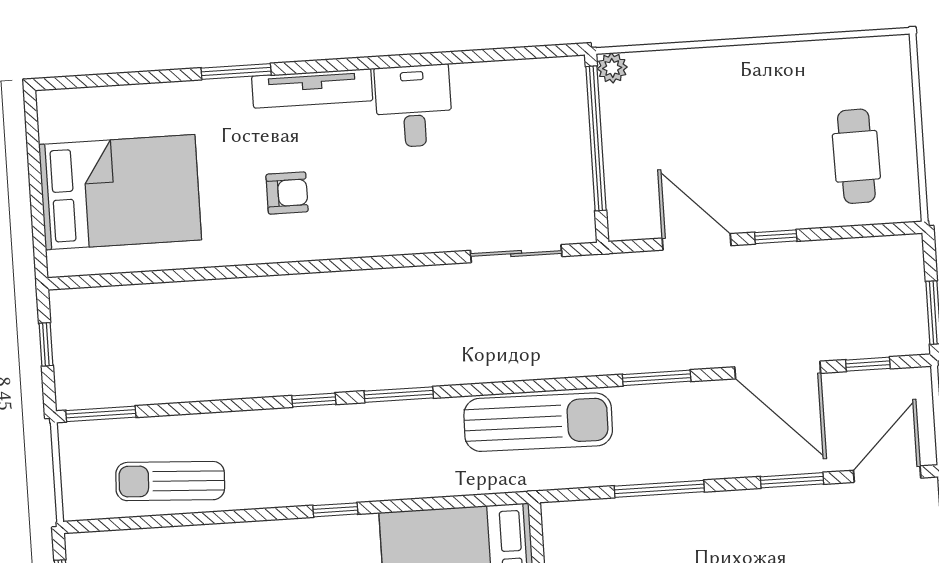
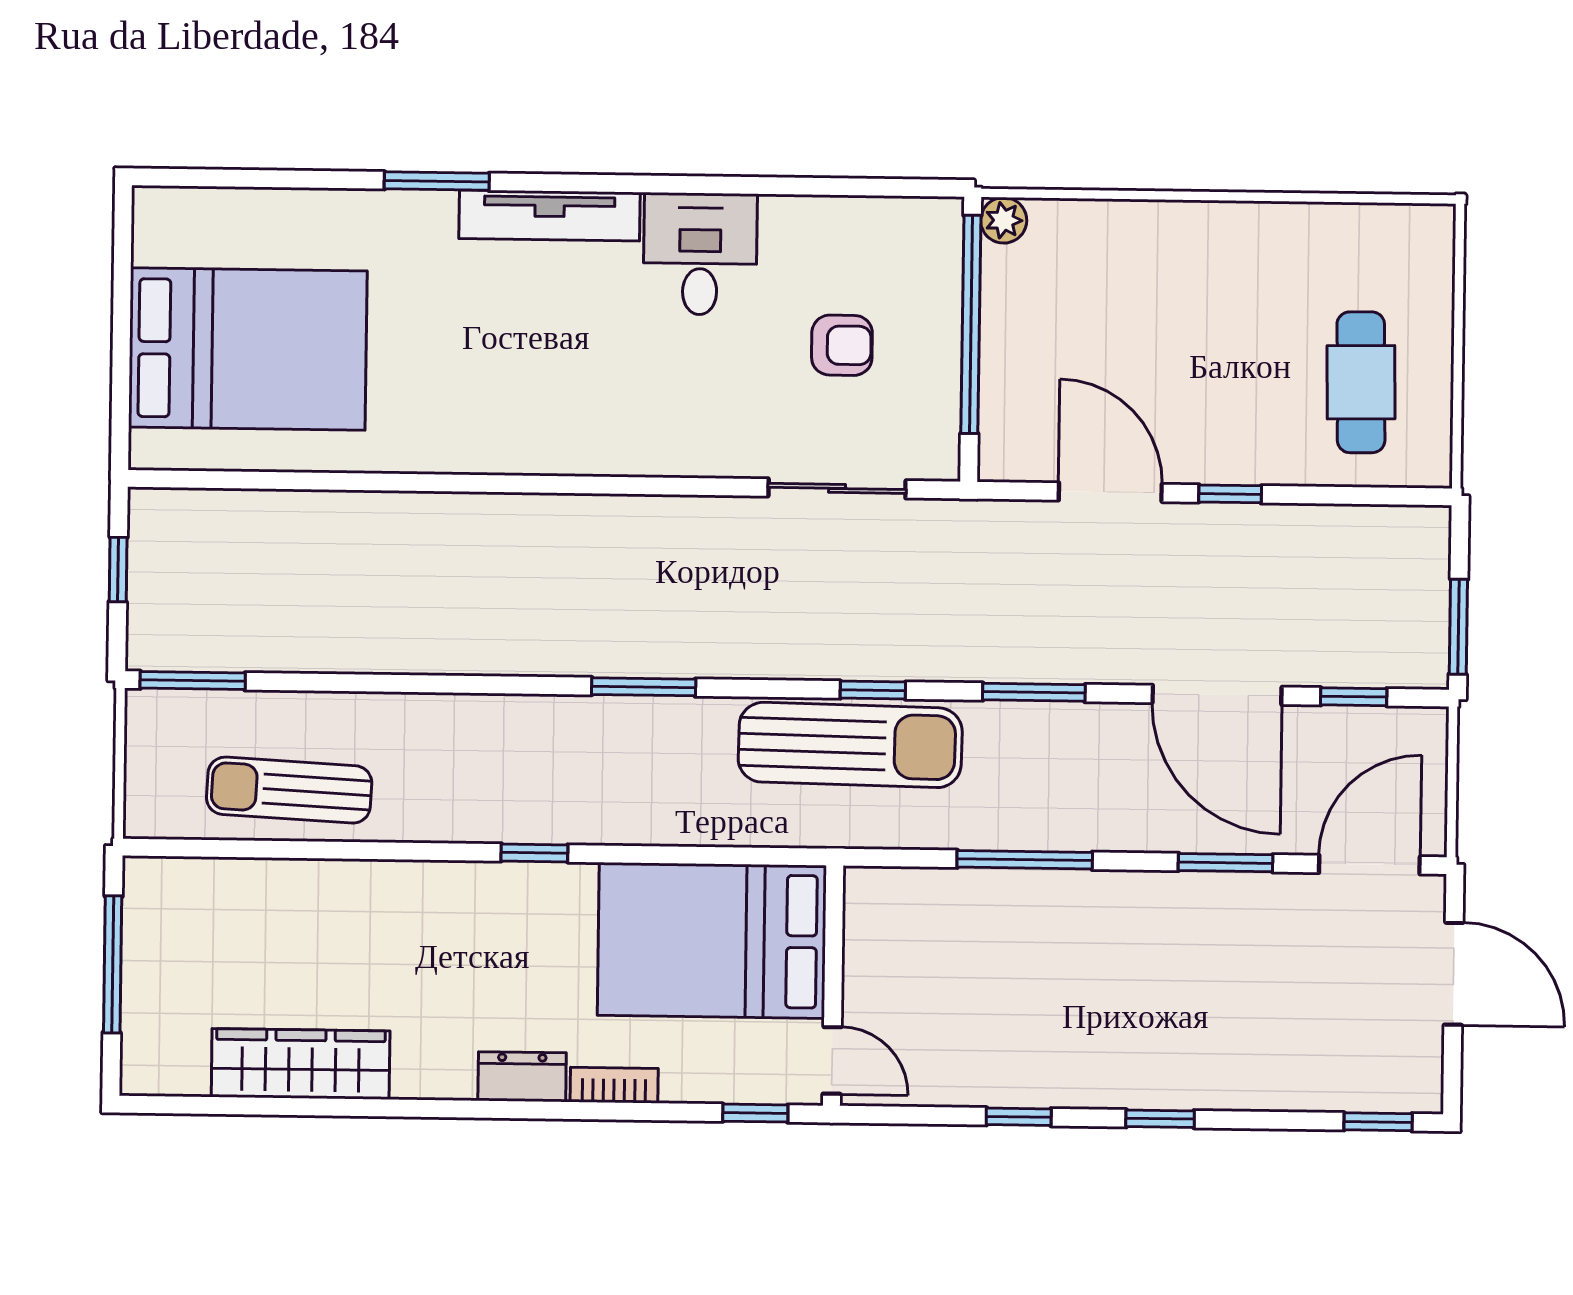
armchair: (287, 193) -> (842, 345), moved
window: (314, 400) -> (873, 690), moved

